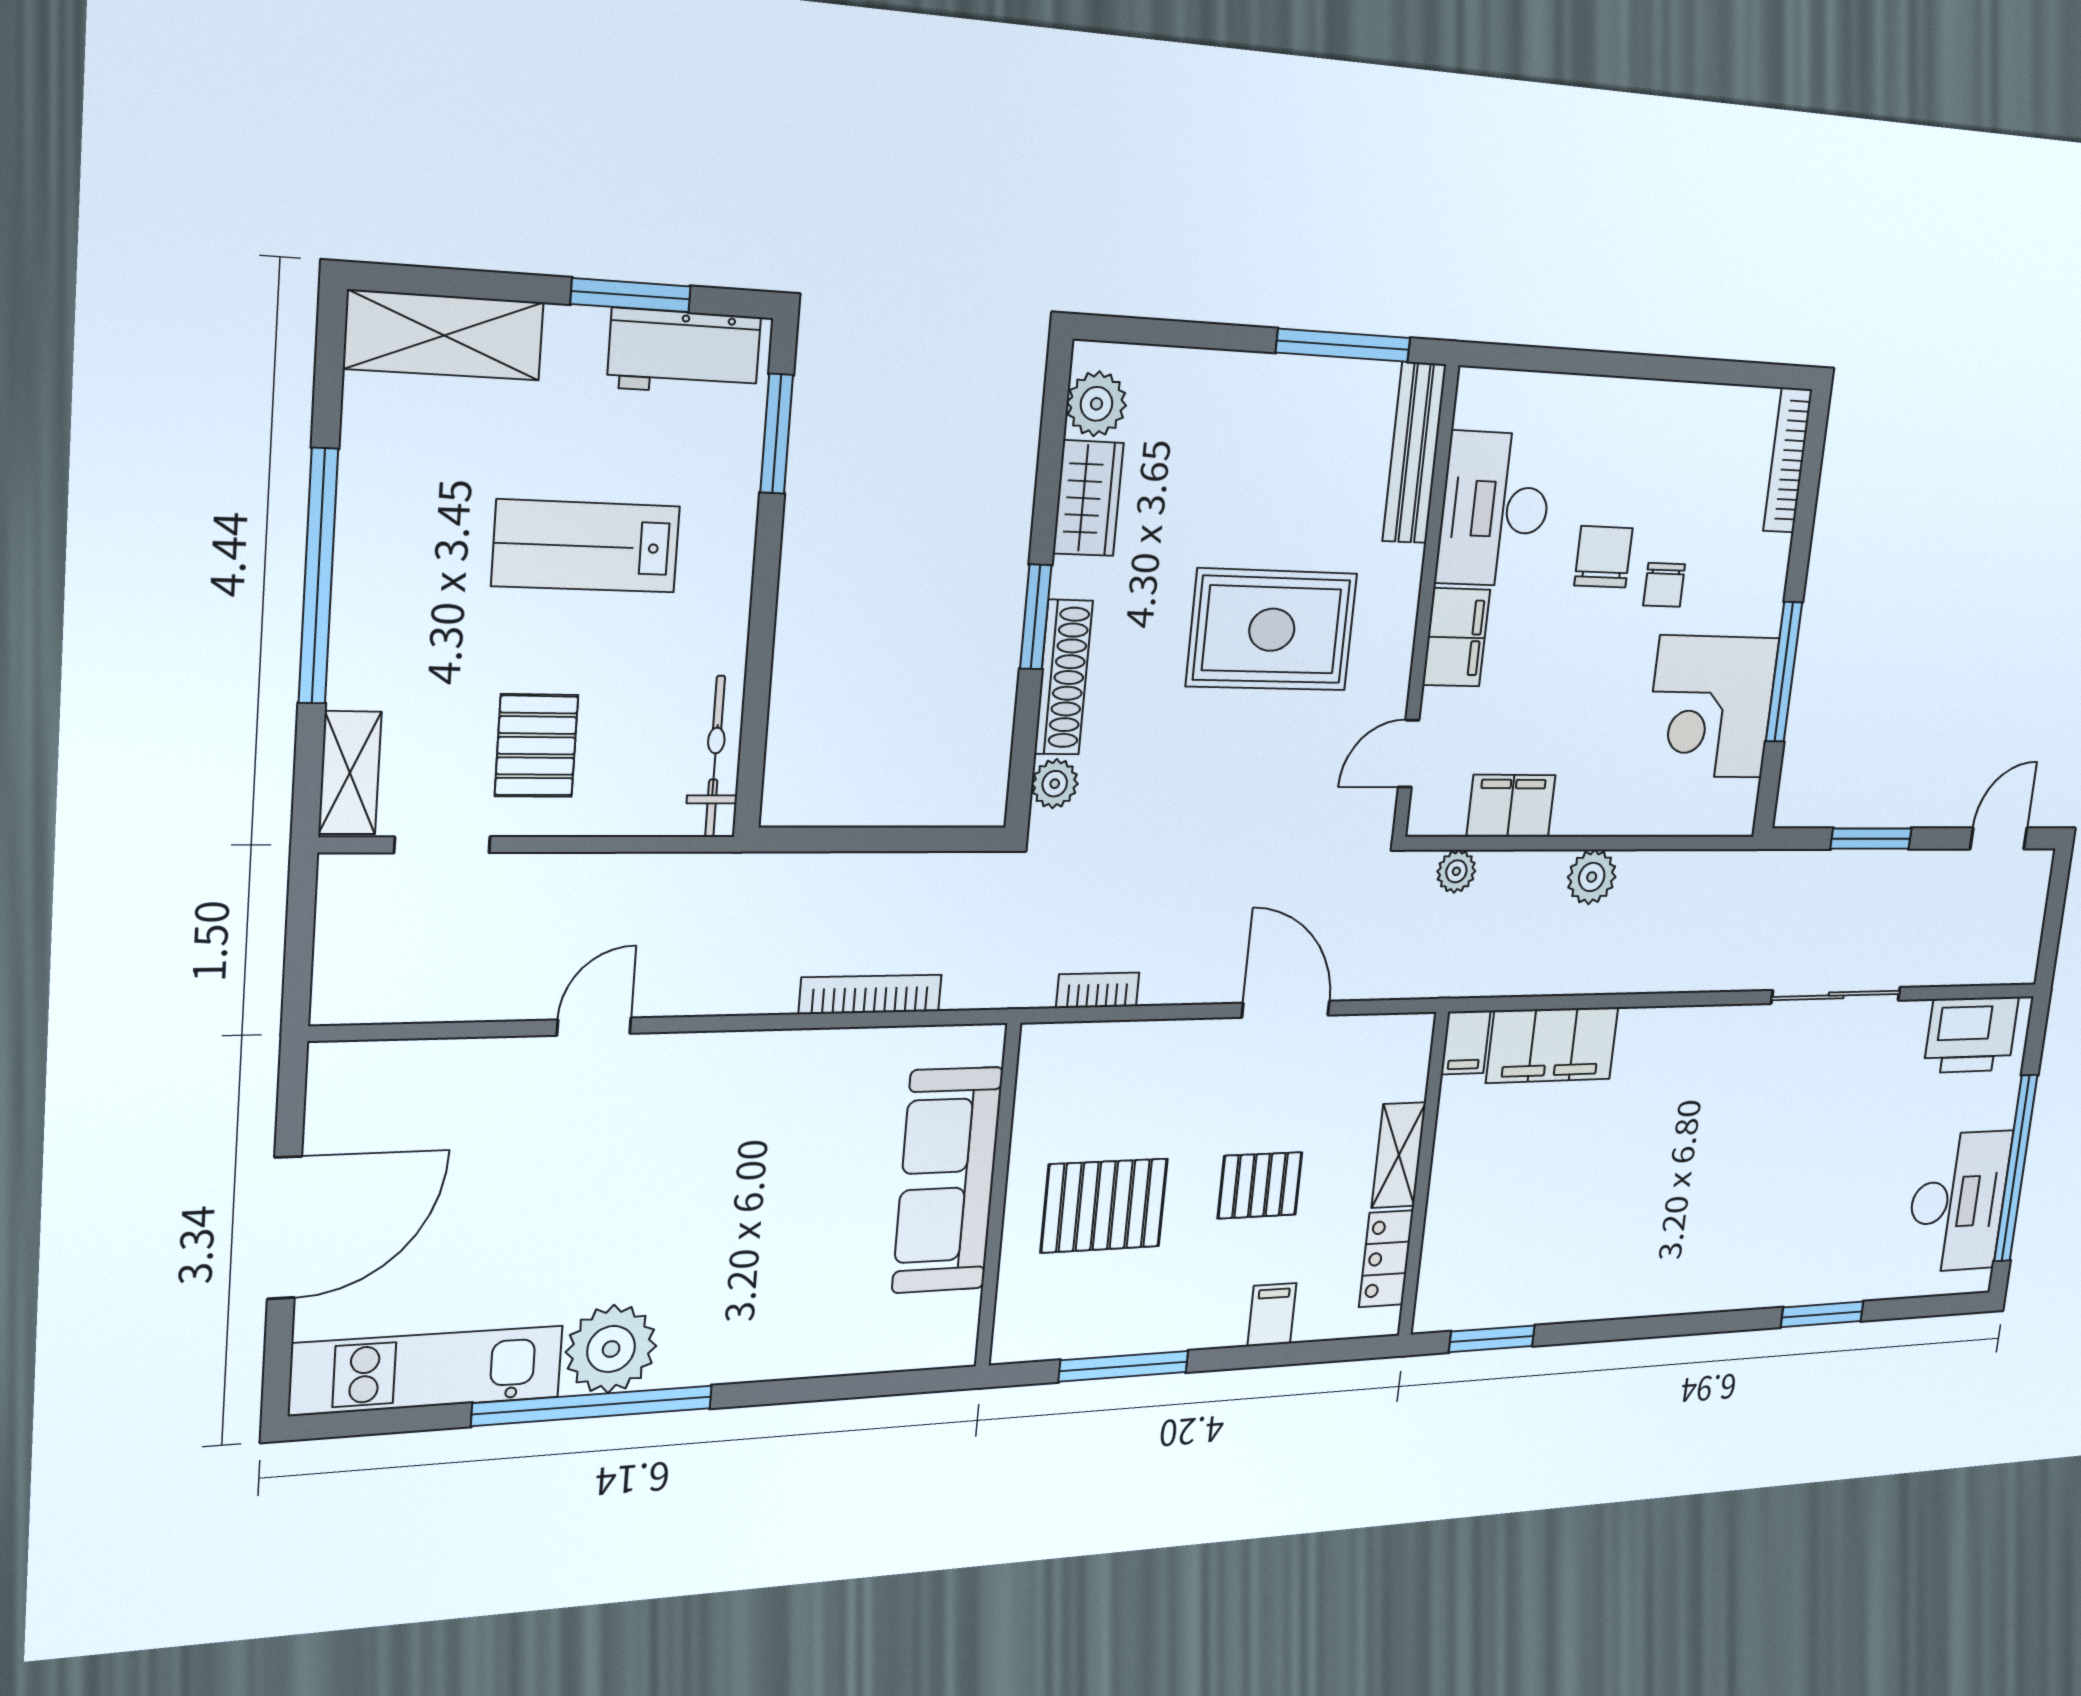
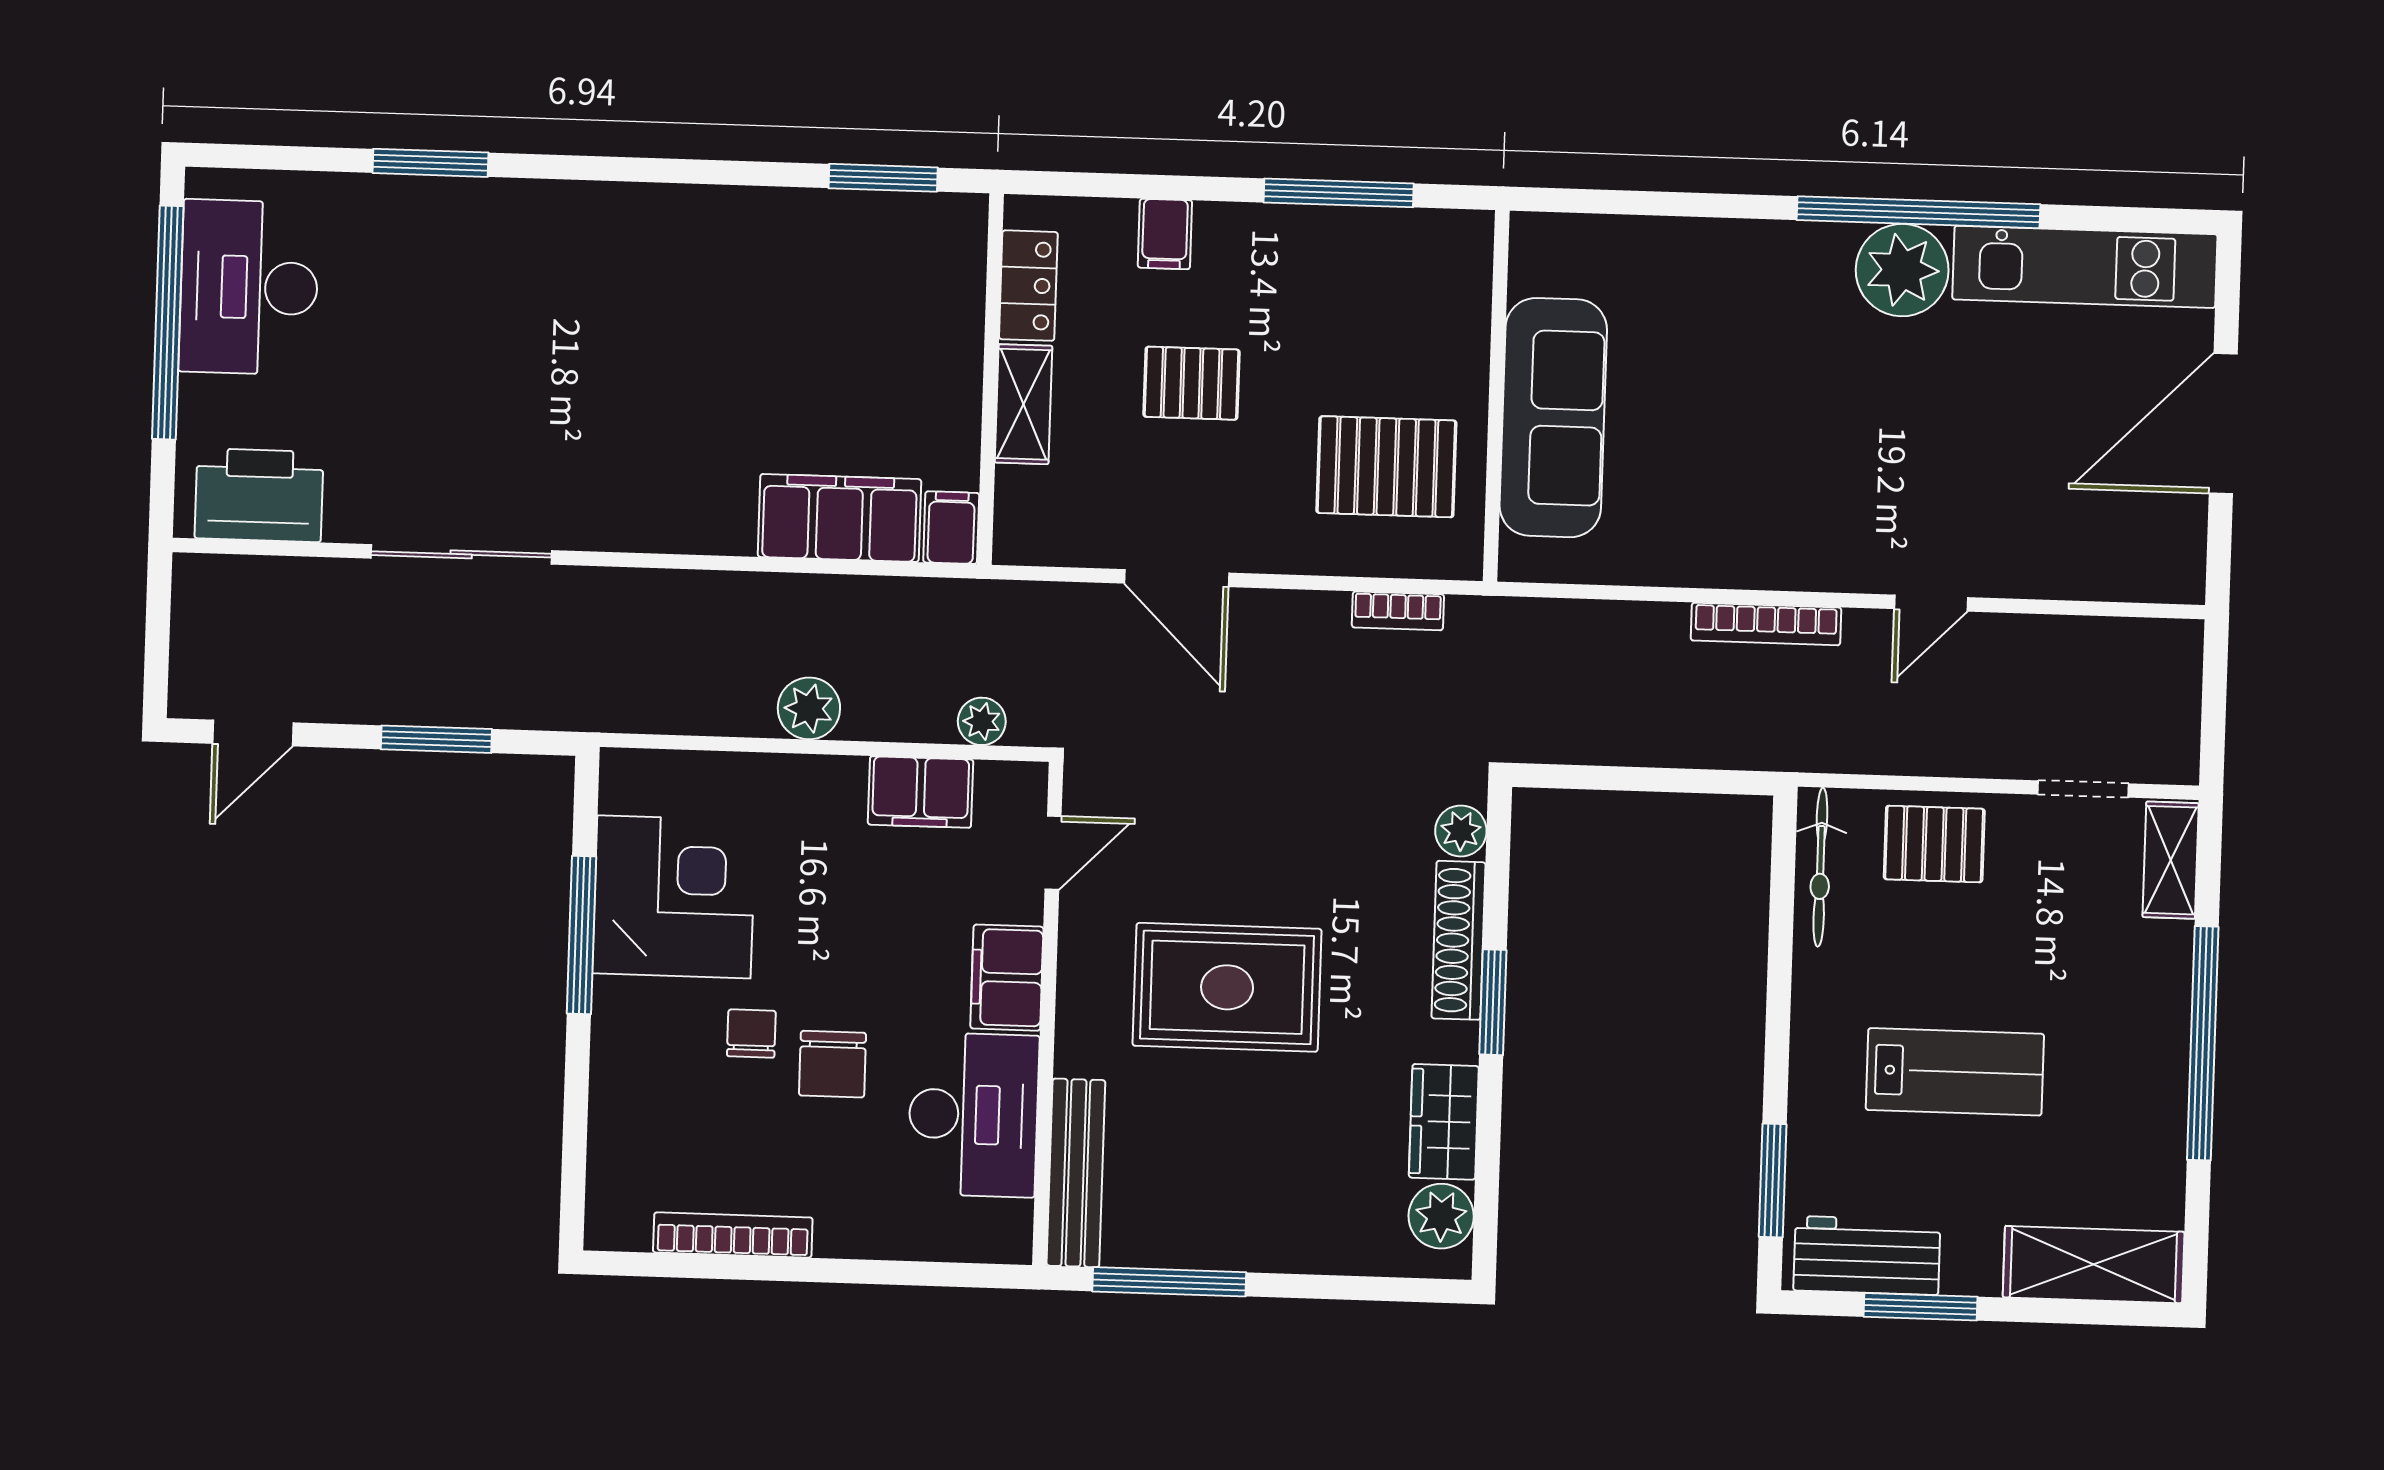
bookcase: (1788, 460) -> (733, 1235), moved, turned -90
pallet: (536, 746) -> (1934, 844), moved, turned 90
bookcase: (870, 994) -> (1766, 624), moved
pallet: (1104, 1206) -> (1386, 467), moved

